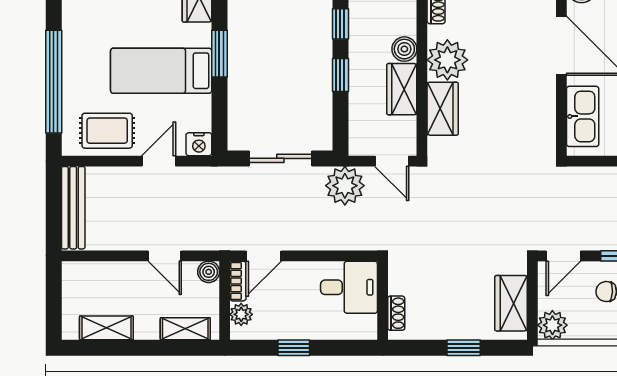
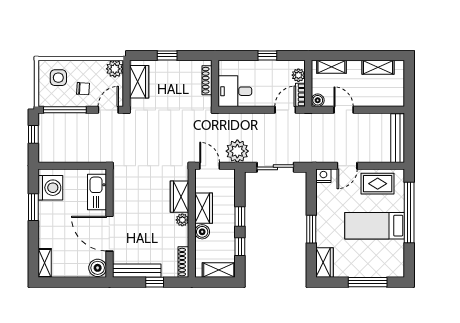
plant: (447, 60) -> (182, 220), width x0.53, depth x0.53
bed: (161, 71) -> (375, 226), moved, turned 180
shoe rack: (396, 313) -> (207, 80), width x1.43

